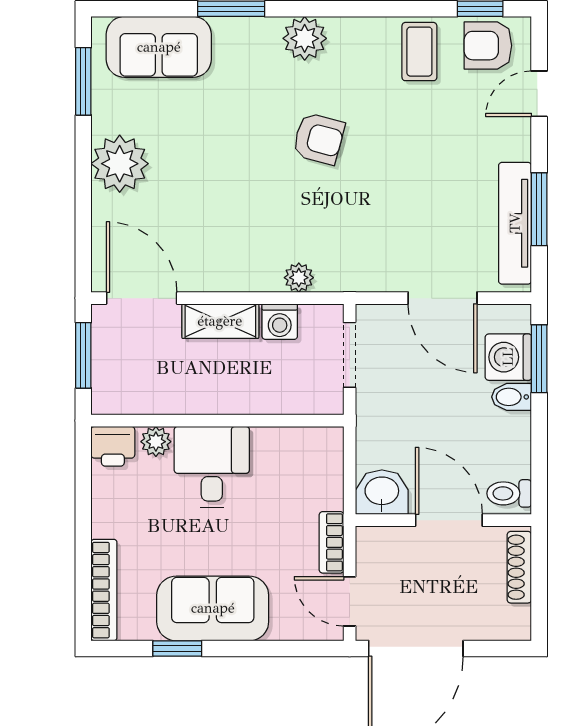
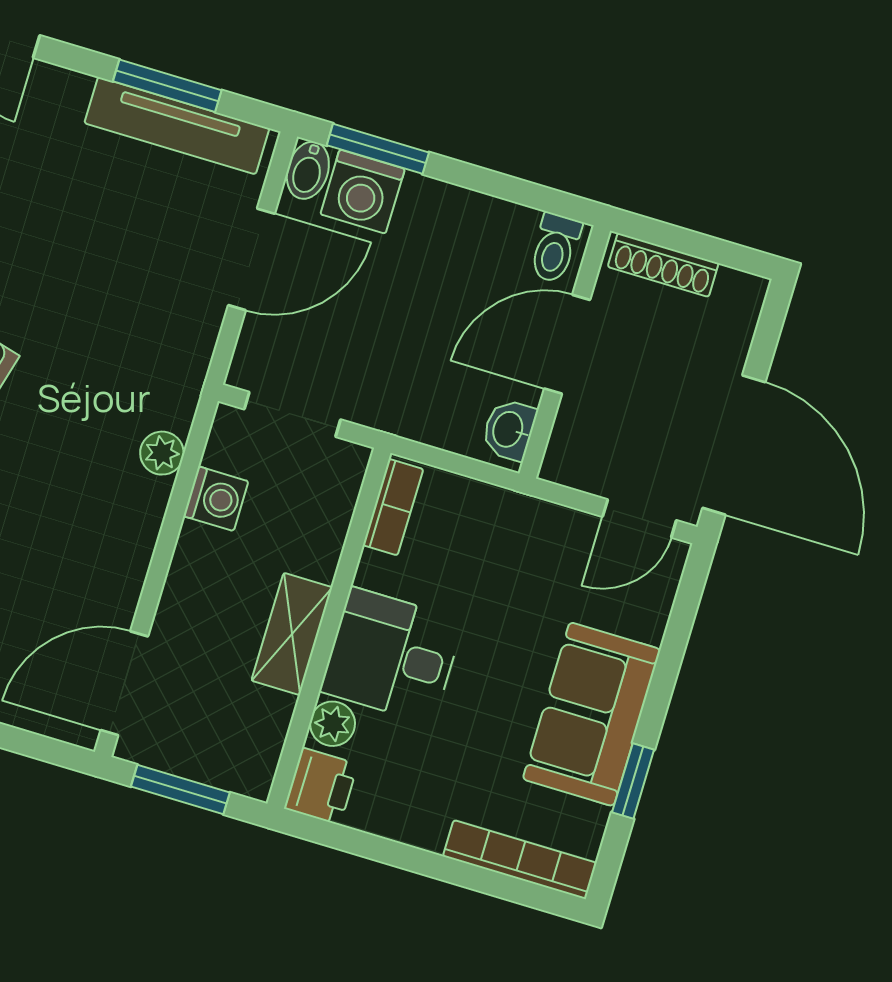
shelving: (220, 321) -> (292, 634), moved
bidet: (512, 397) -> (308, 170), moved
washbasin: (382, 492) -> (509, 430), width x0.72, depth x0.69
bookcase: (331, 542) -> (393, 507), moved, turned -90

